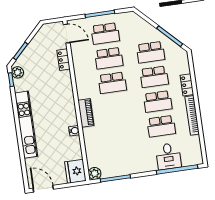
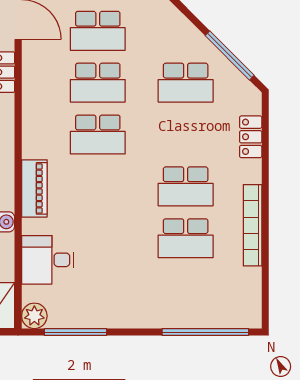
school desk: (154, 77) -> (186, 135), removed
locker: (187, 85) -> (251, 137), moved
desk: (168, 156) -> (48, 260), moved, turned 90

